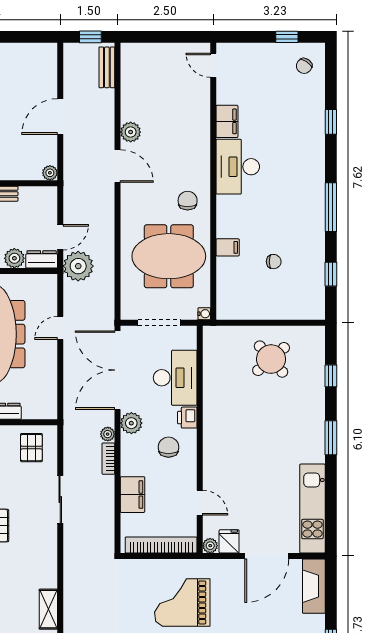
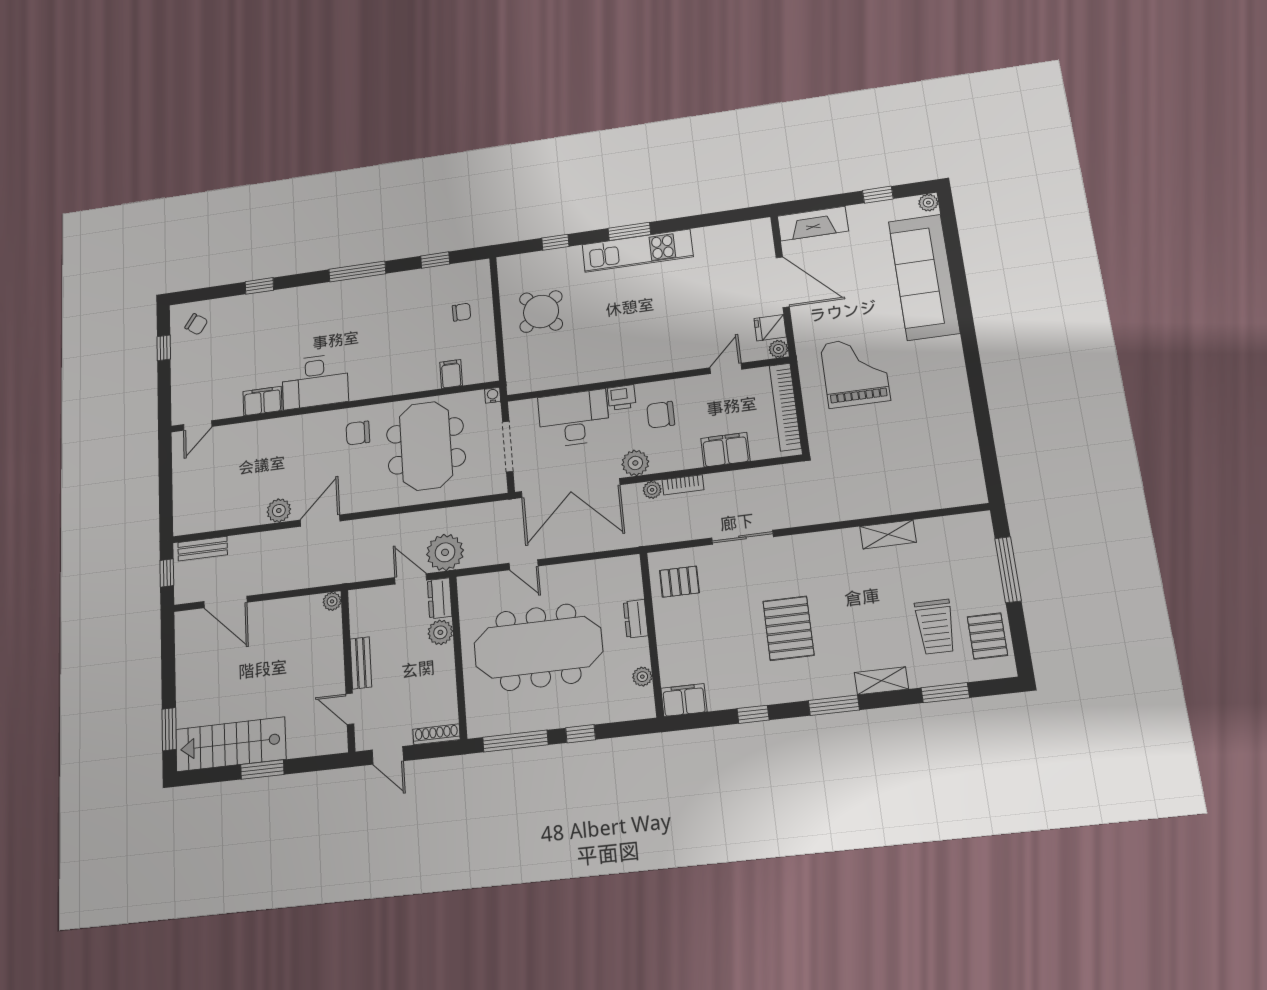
door: (60, 117) -> (225, 602), moved
filing cabinet: (228, 247) -> (451, 374), moved
chair: (274, 262) -> (462, 312), moved, turned 89
kitchen unit: (312, 509) -> (638, 251), moved
grand piano: (182, 602) -> (855, 372), turned 180

